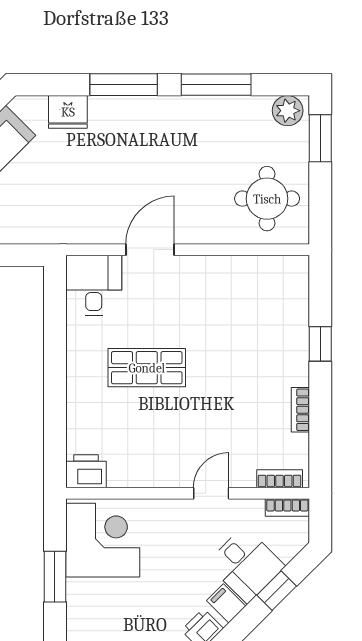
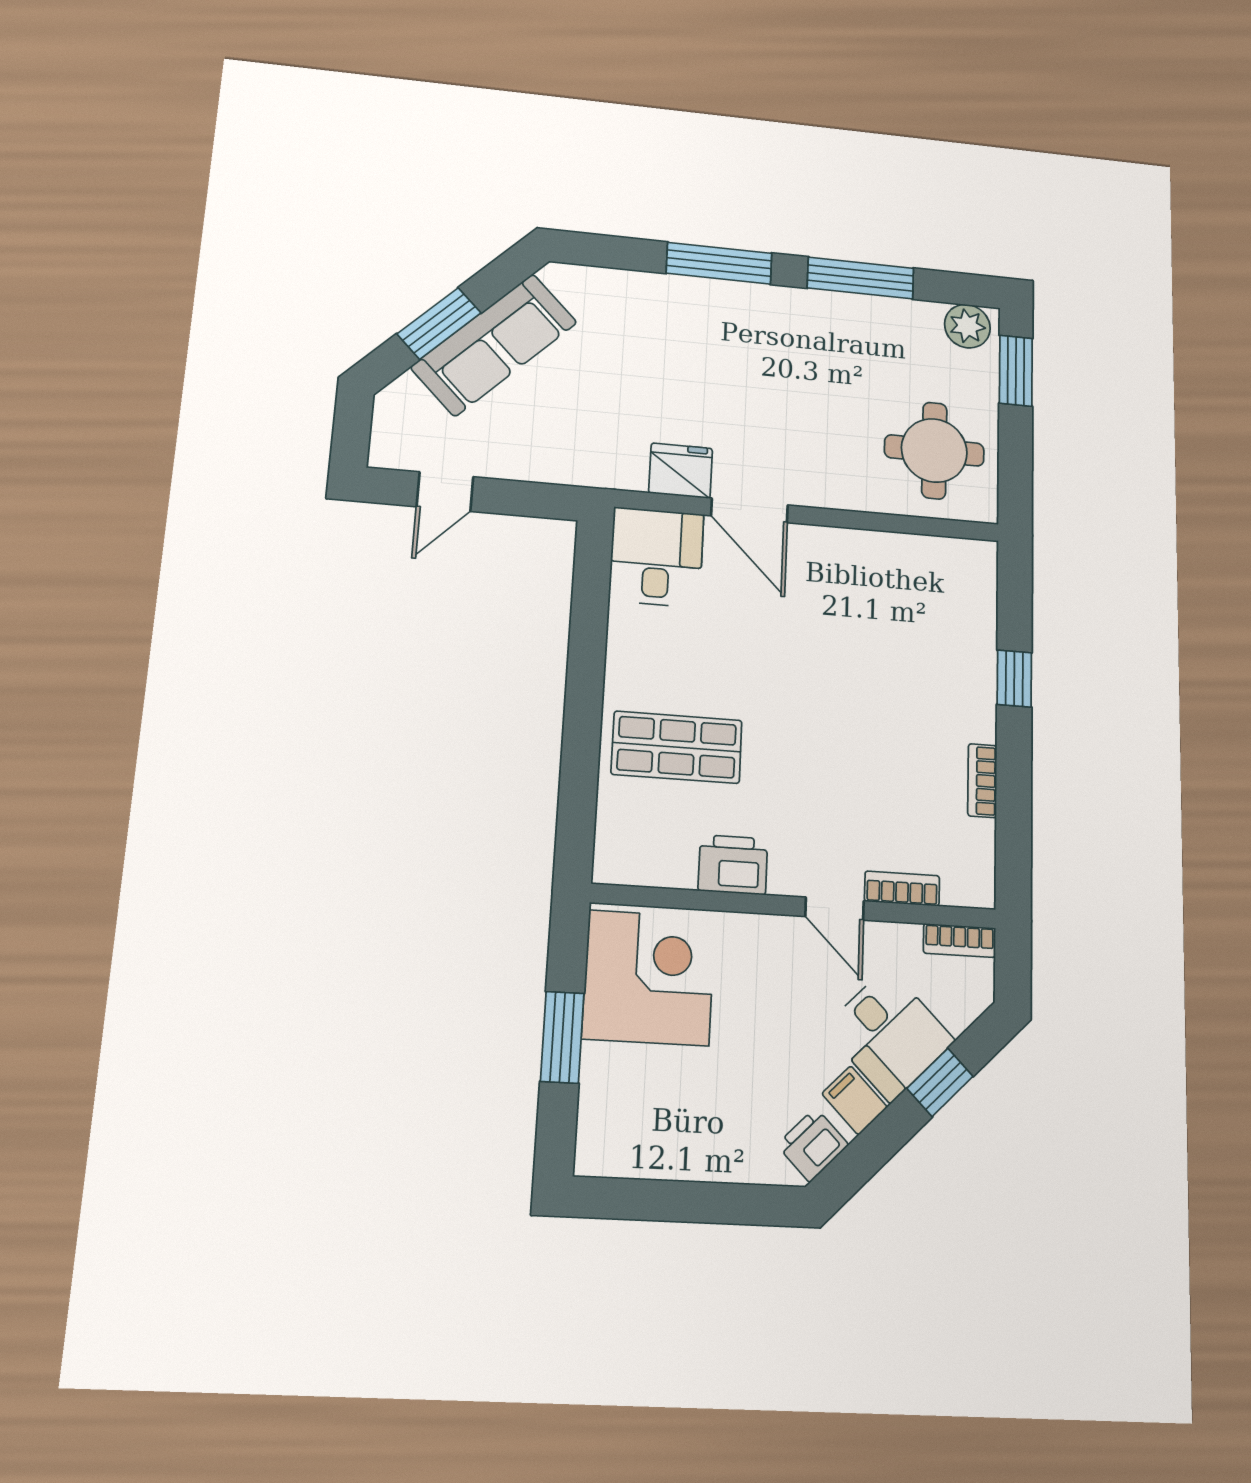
fridge: (68, 112) -> (681, 471), moved, turned 180
door: (150, 250) -> (749, 510), swing flipped
shop shelf: (147, 368) -> (677, 747), moved
printer: (86, 471) -> (733, 865), moved
bookcase: (280, 479) -> (902, 889), moved
door: (211, 493) -> (835, 909), swing flipped

